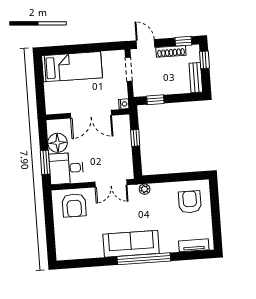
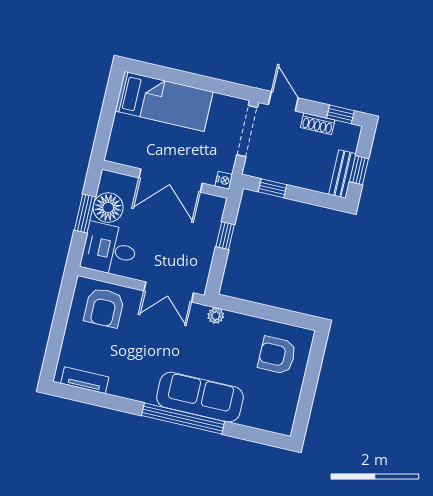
shoe rack: (171, 51) -> (318, 124), width x0.70
window: (204, 60) -> (359, 170), moved
doorway: (129, 69) -> (247, 131), width x1.38
window: (45, 162) -> (85, 214), moved
armchair: (190, 202) -> (277, 355), turned -90
sofa: (131, 244) -> (200, 397), moved
tv unit: (194, 245) -> (85, 380), moved

